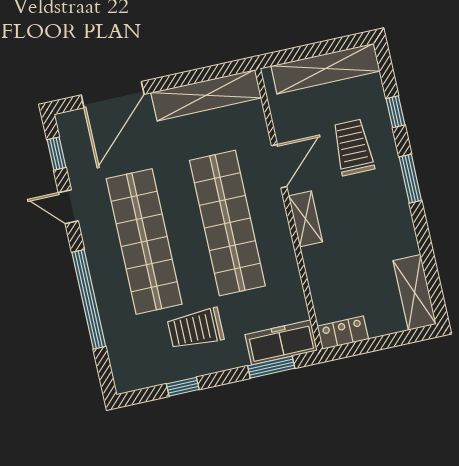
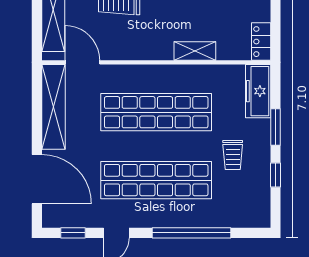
door: (279, 166) -> (82, 62), moved
shelving: (305, 219) -> (195, 51), moved
trolley: (196, 329) -> (233, 155), width x0.73, depth x0.72
window: (271, 367) -> (276, 127), moved

